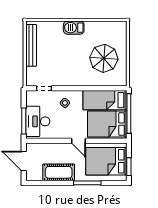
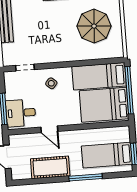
desk: (38, 121) -> (21, 113), width x0.73
door: (79, 141) -> (49, 129), moved
bed: (106, 161) -> (107, 155), width x0.67

